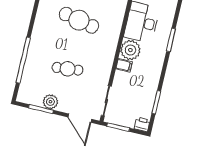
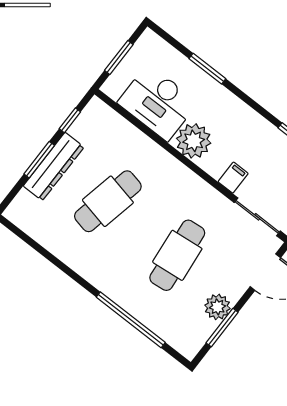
filing cabinet: (124, 65) -> (233, 178), moved
cafe table: (68, 69) -> (177, 255), width x1.37, depth x1.35

